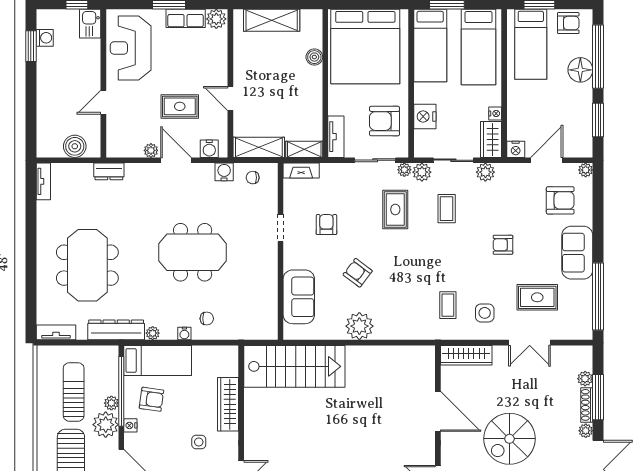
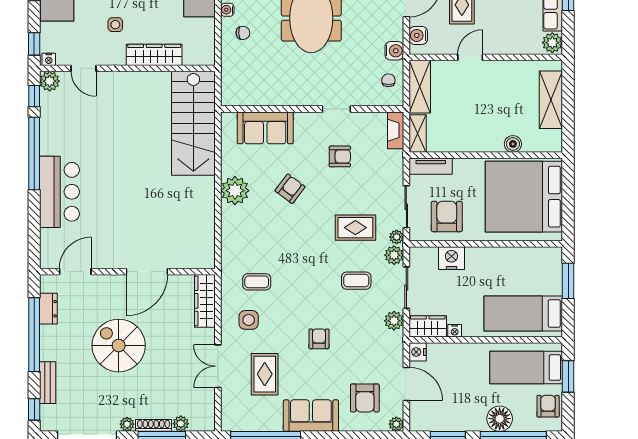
armchair: (568, 23) -> (548, 406), turned 180
bed: (430, 46) -> (525, 264), removed
chair: (207, 319) -> (243, 33), turned -94

